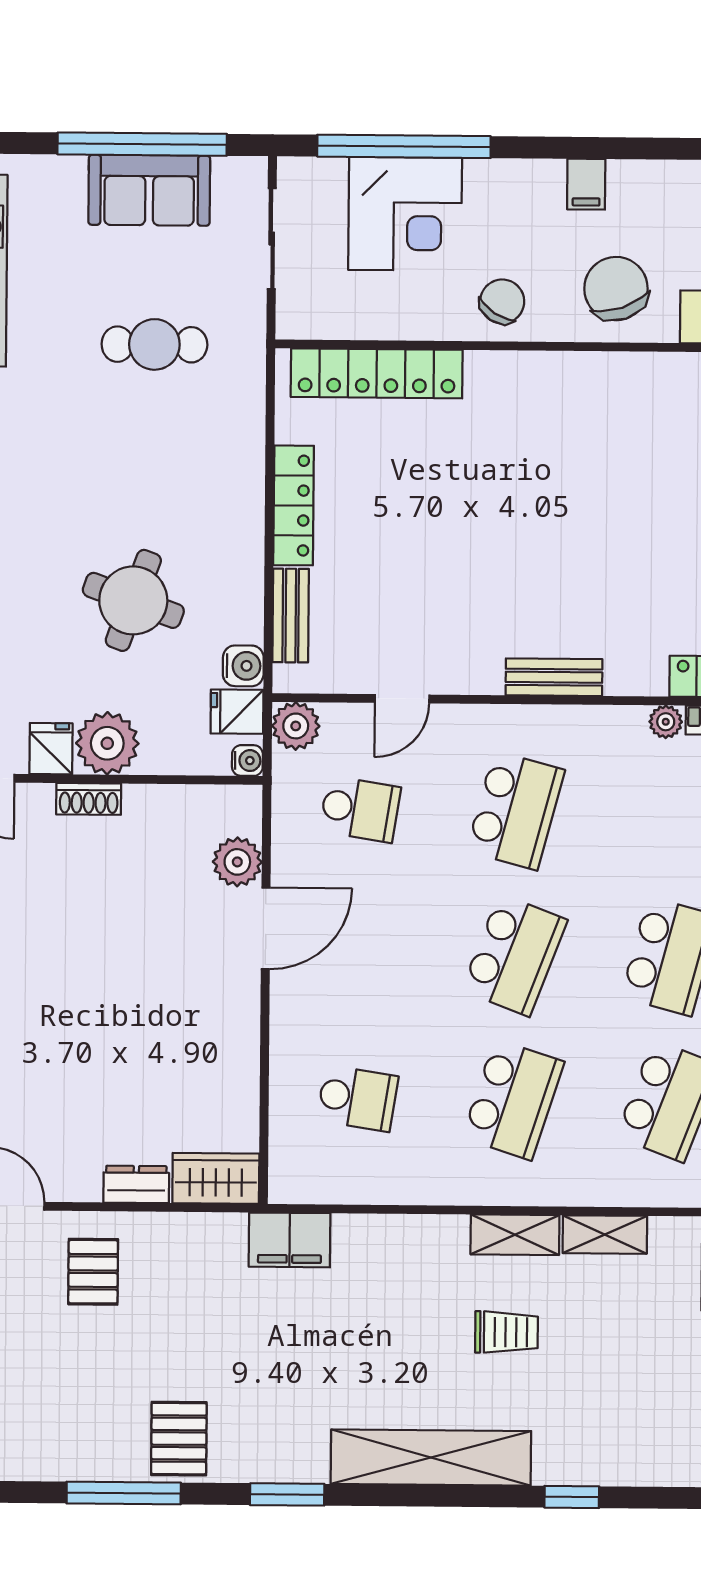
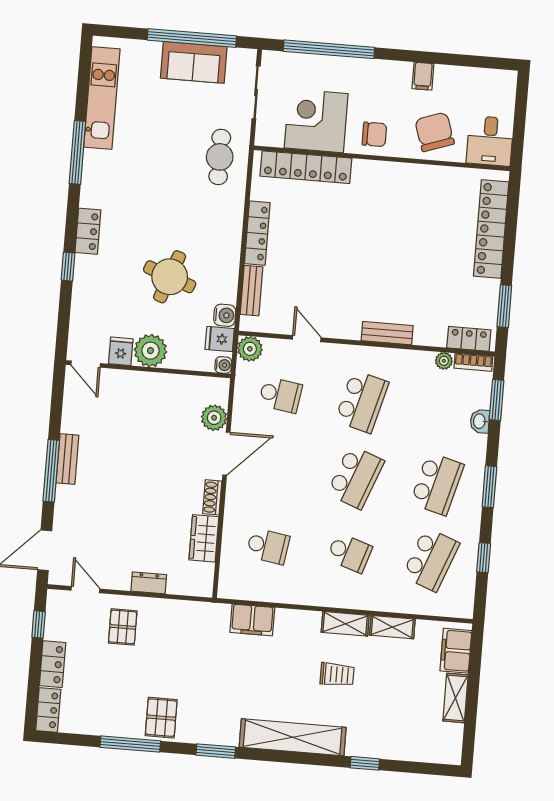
corner desk: (405, 214) -> (316, 121), moved, turned 180
chair: (502, 302) -> (374, 134), turned 57
cafe table: (154, 344) -> (220, 157), moved, turned 90
door: (402, 699) -> (307, 339), swing flipped
shoe rack: (89, 799) -> (212, 497), moved, turned 90
school desk: (513, 1100) -> (349, 553), width x0.54
wardrobe: (216, 1178) -> (204, 538), moved, turned -90
filing cabinet: (290, 1240) -> (252, 620), moved

